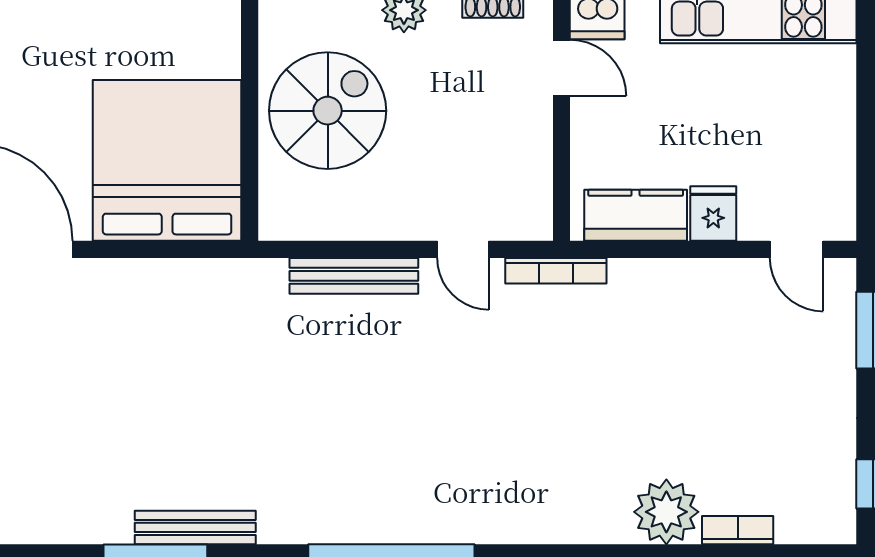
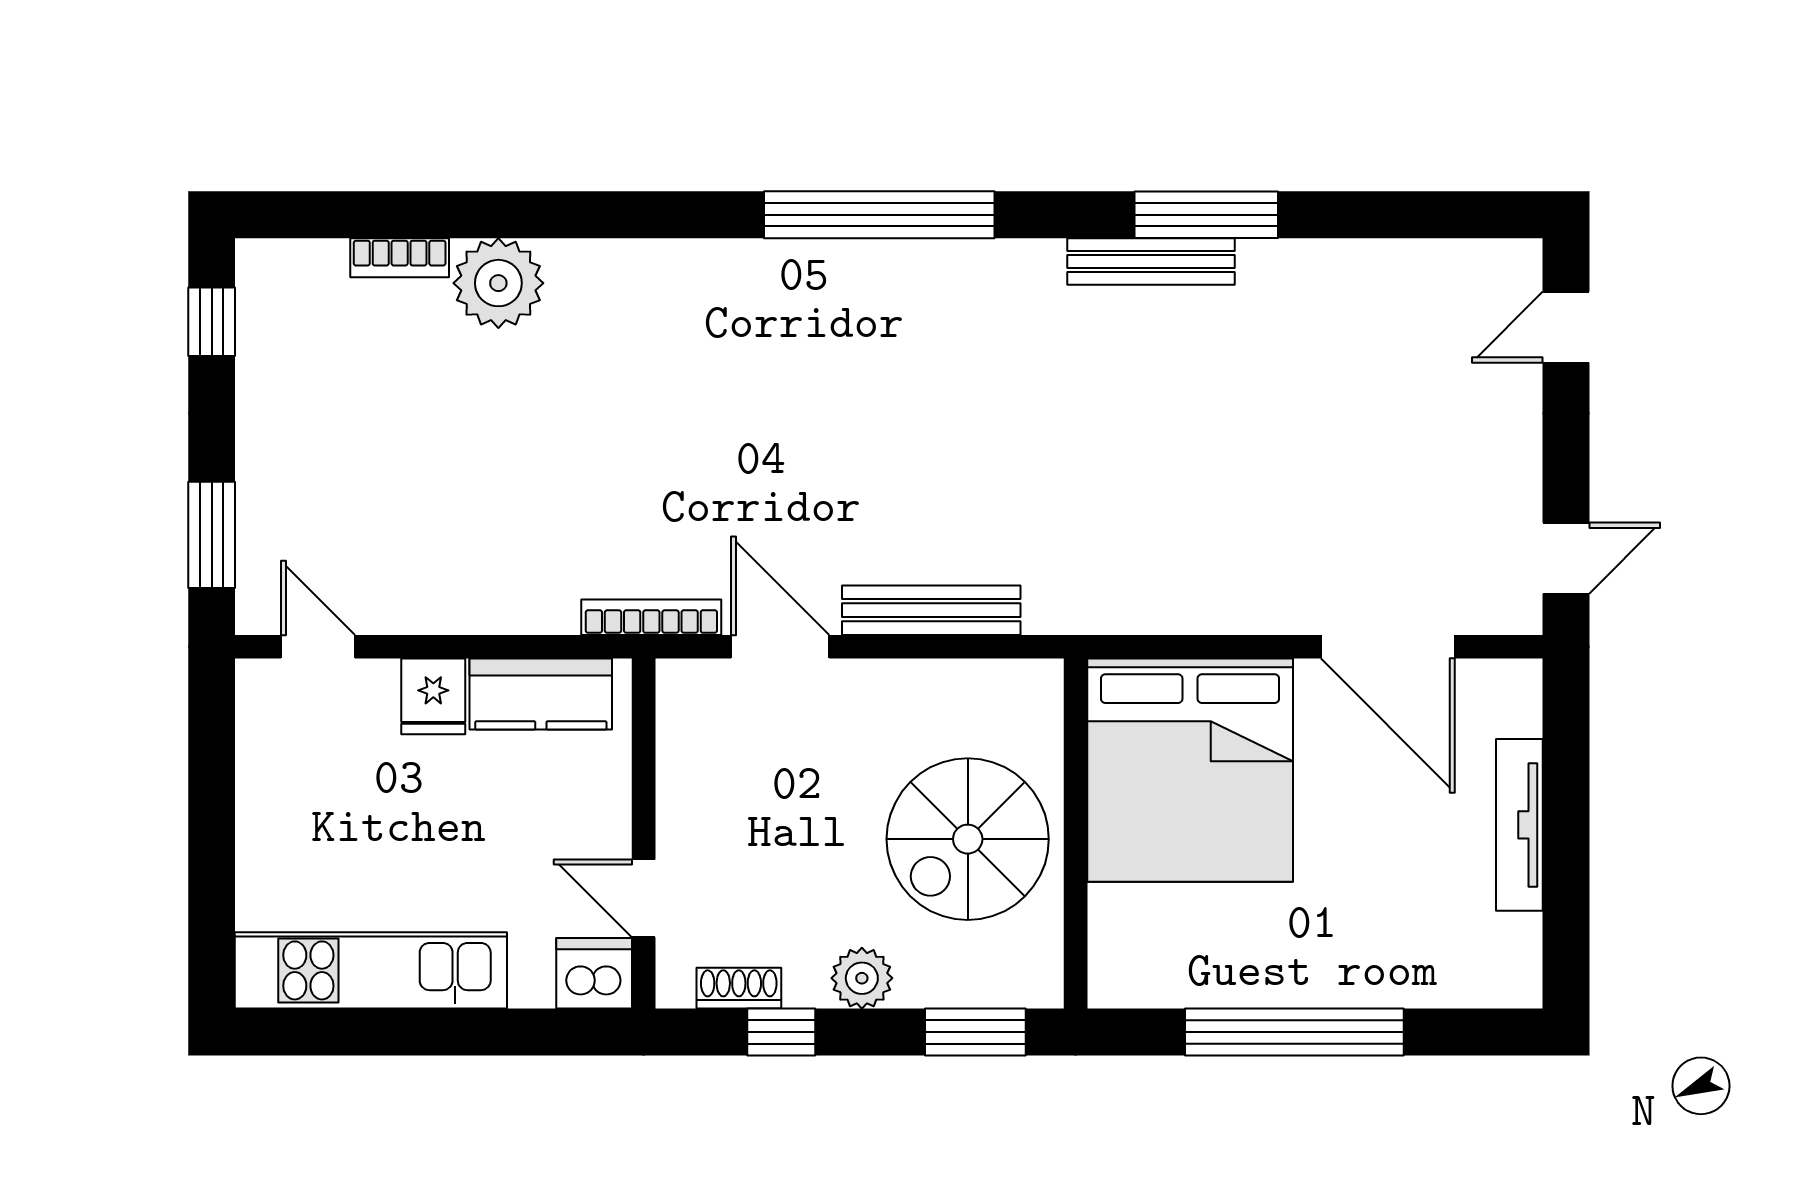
door: (463, 249) -> (780, 647), width x1.38

